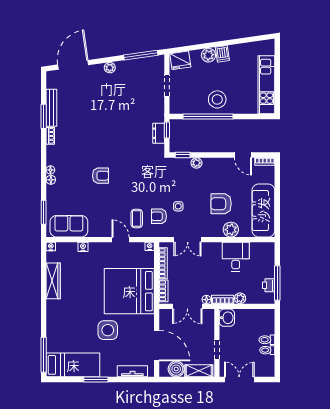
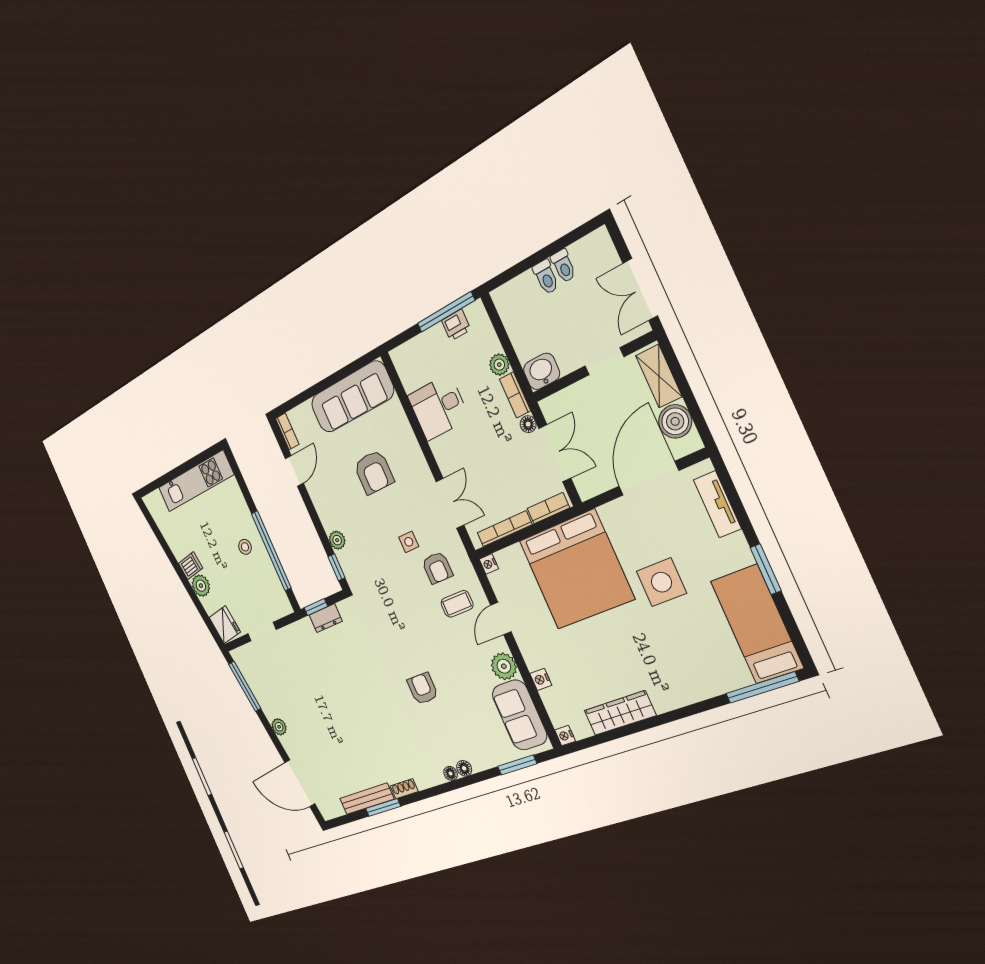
stool: (217, 99) -> (245, 547), width x0.53, depth x0.53
plant: (231, 230) -> (504, 666), moved

